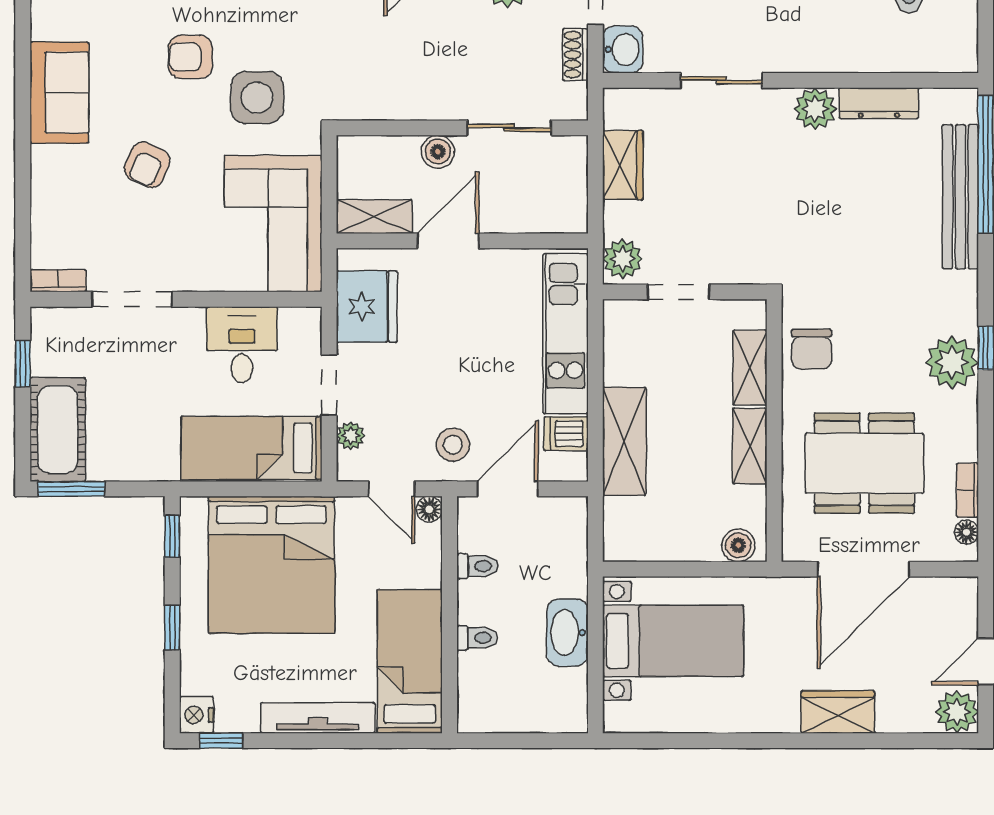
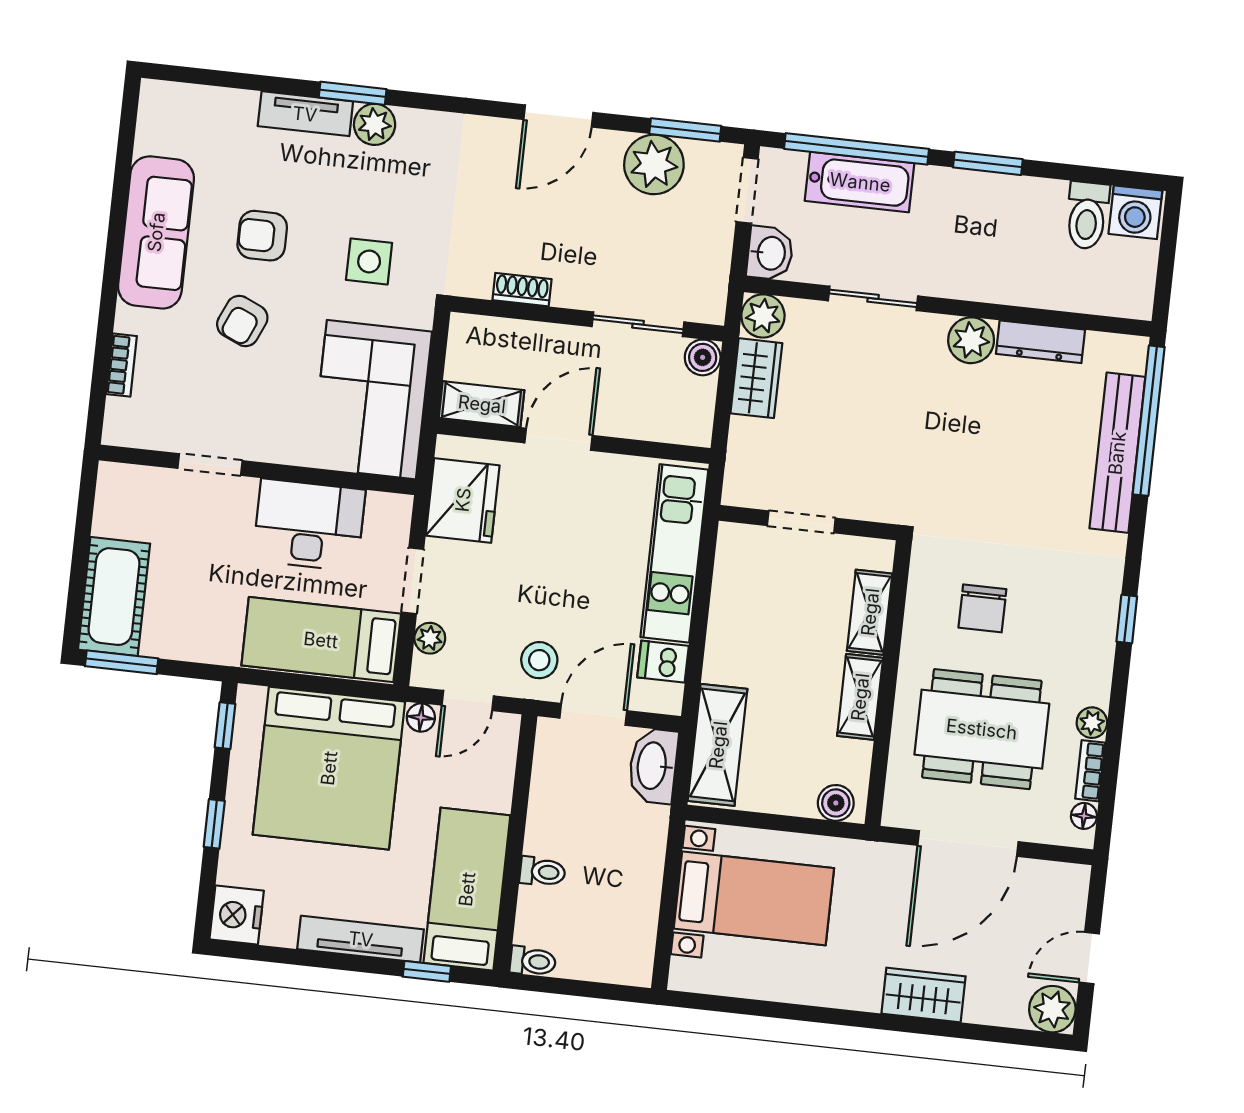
shoe rack: (575, 55) -> (522, 290), moved, turned 90
armchair: (190, 57) -> (262, 236), moved
sofa: (59, 93) -> (156, 232), width x1.36
side table: (257, 98) -> (369, 261), width x0.73, depth x0.73
boiler: (438, 152) -> (703, 357), moved
plant: (623, 259) -> (763, 316), moved
bookcase: (58, 281) -> (122, 365), moved, turned 90
doorway: (132, 299) -> (210, 465), width x0.73
desk: (242, 345) -> (309, 525), width x1.37
chair: (812, 349) -> (982, 608), moved
plant: (952, 362) -> (1092, 723), moved, width x0.53, depth x0.53
window: (23, 364) -> (84, 521), removed
shelving: (624, 441) -> (718, 745), moved
door: (392, 489) -> (468, 701), hinge flipped
floor lamp: (429, 509) -> (421, 718), moved
toilet: (477, 566) -> (533, 961), moved
washbasin: (568, 632) -> (653, 766), moved
nightstand: (196, 715) -> (237, 915), width x1.36, depth x1.33
window: (221, 741) -> (427, 971), moved

